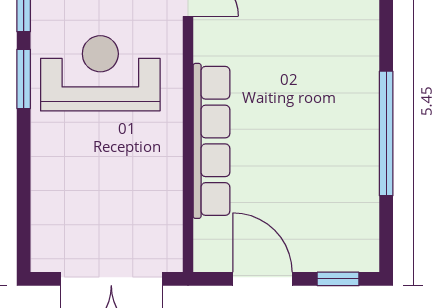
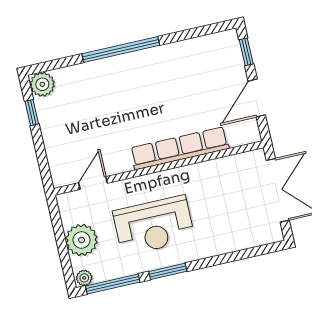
reception desk: (100, 73) -> (154, 225), turned -90
window: (386, 133) -> (121, 49), moved

